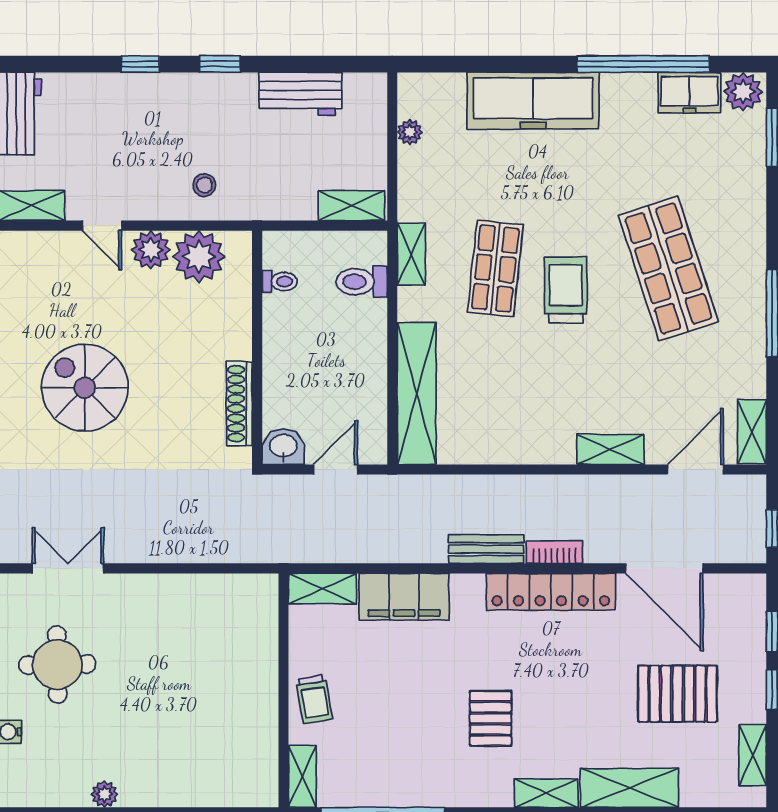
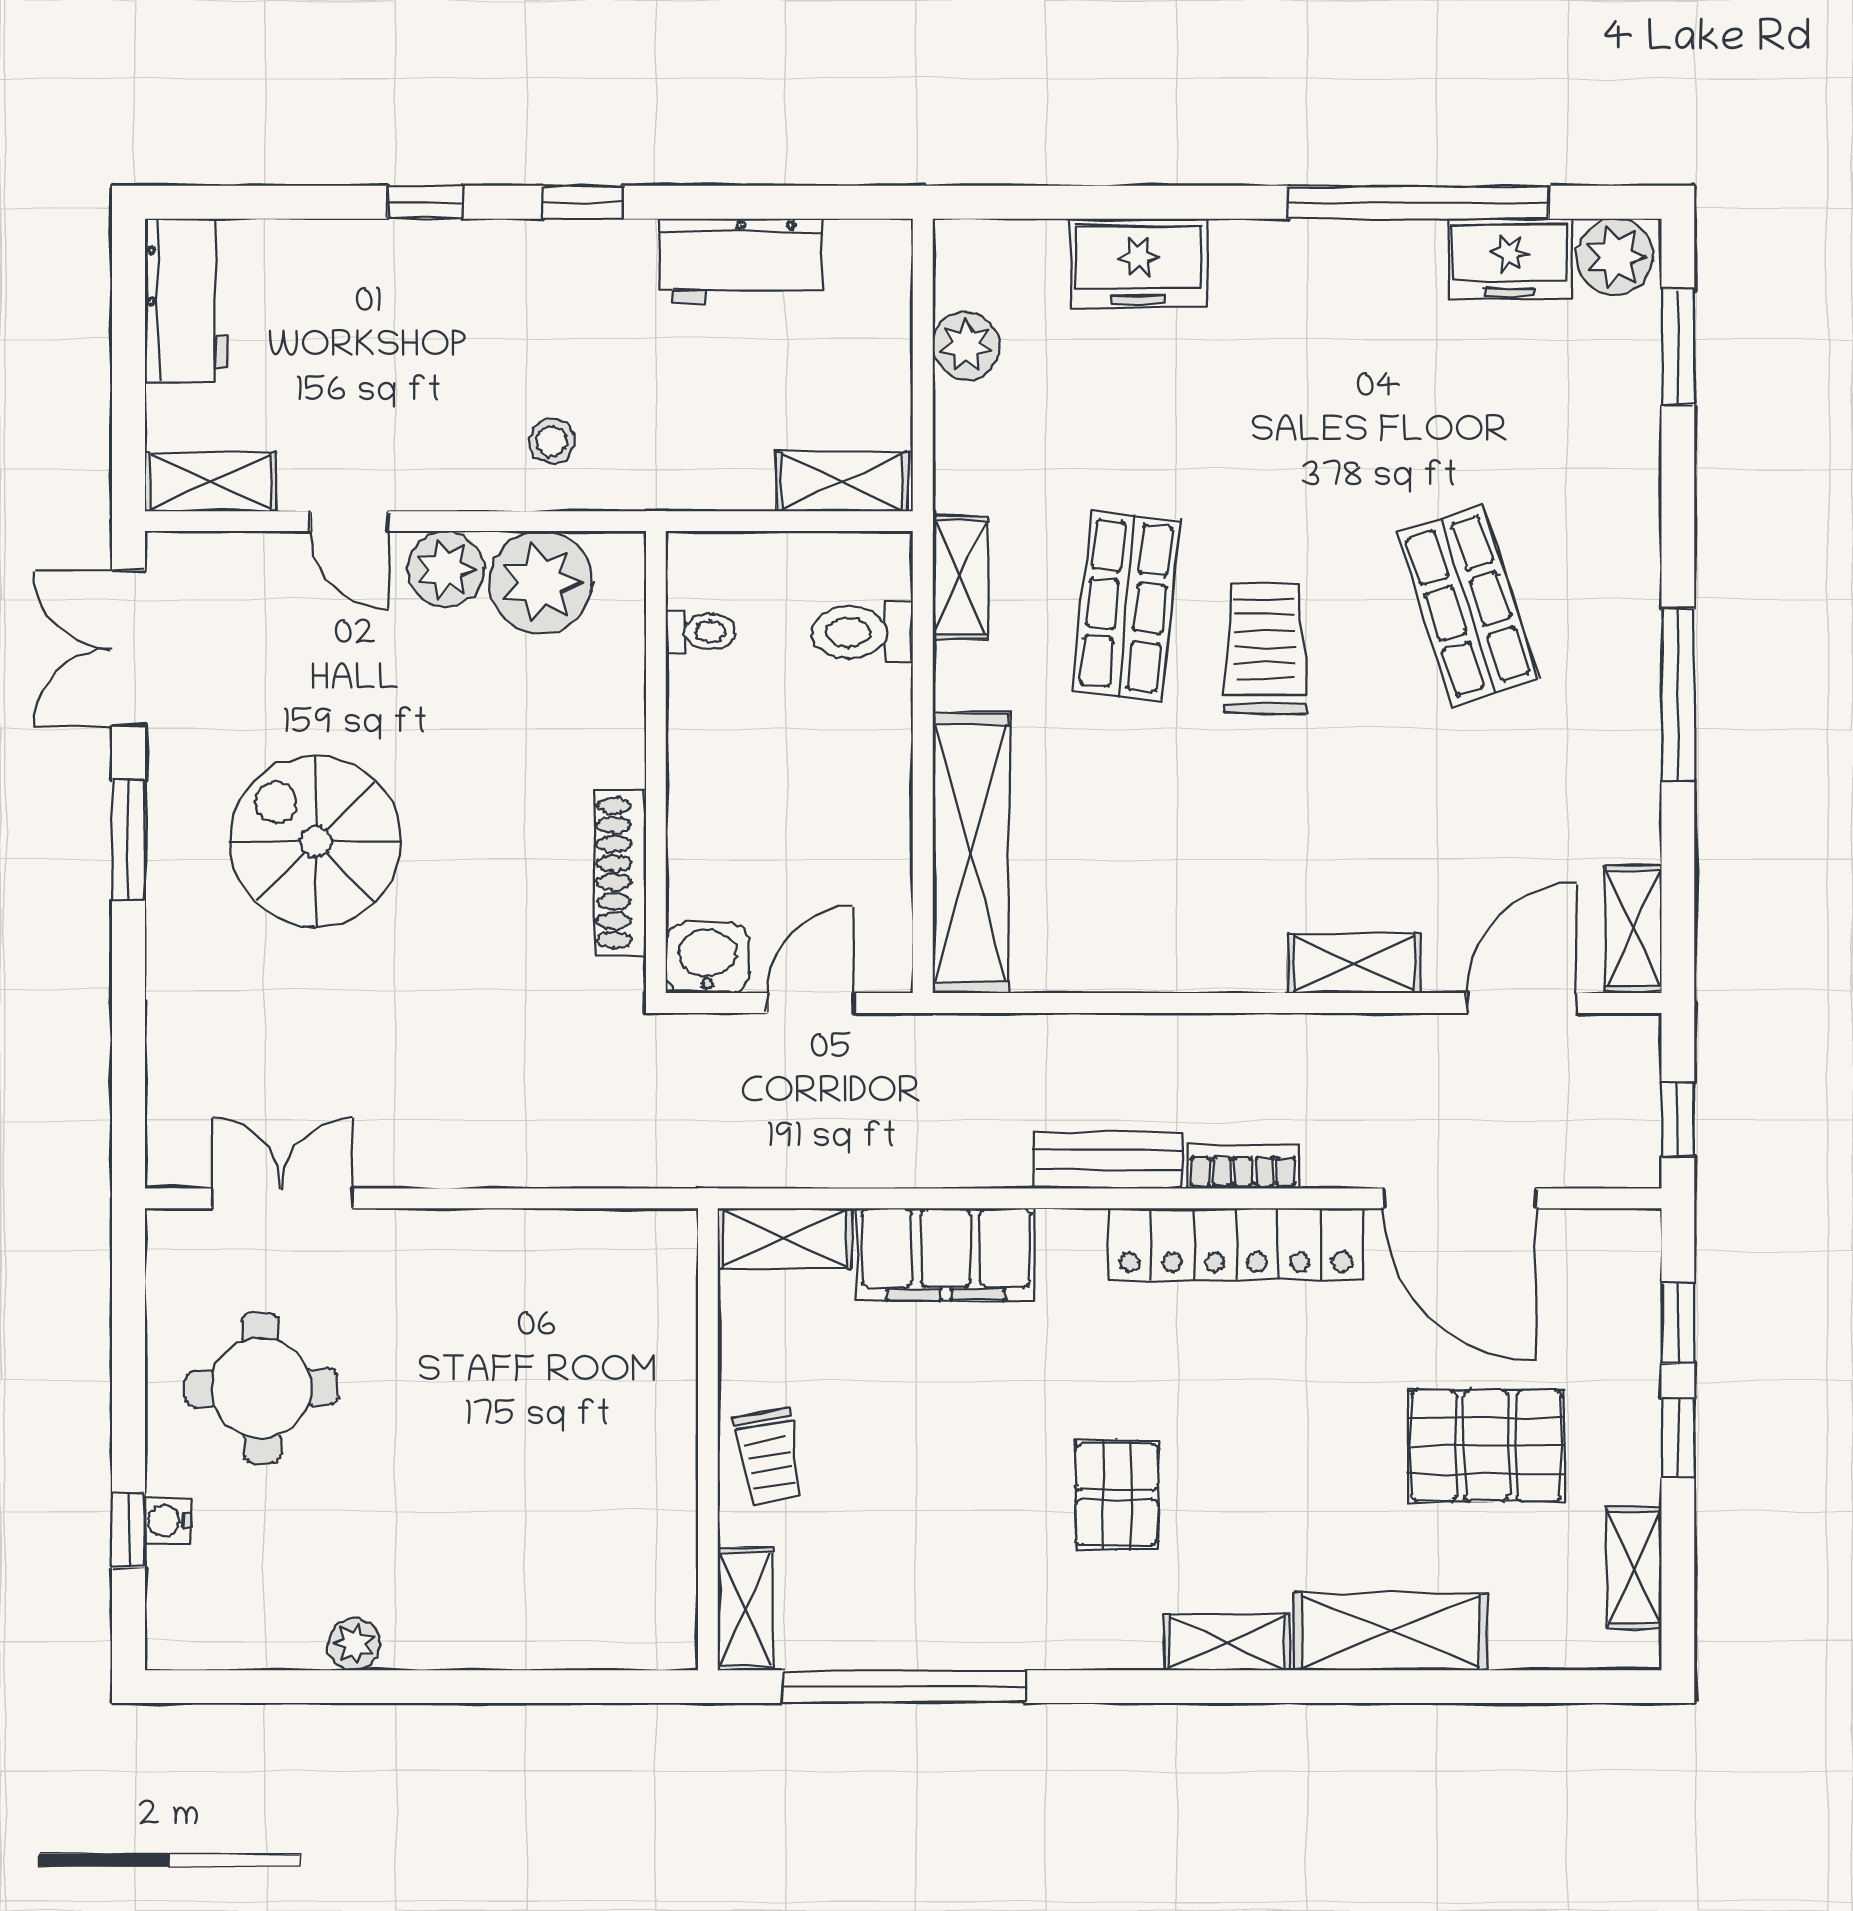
freezer: (533, 101) -> (1139, 263), width x0.52, depth x0.79
plant: (410, 132) -> (966, 346), width x1.38, depth x1.38
shop shelf: (668, 268) -> (1468, 606), width x0.70, depth x0.74

